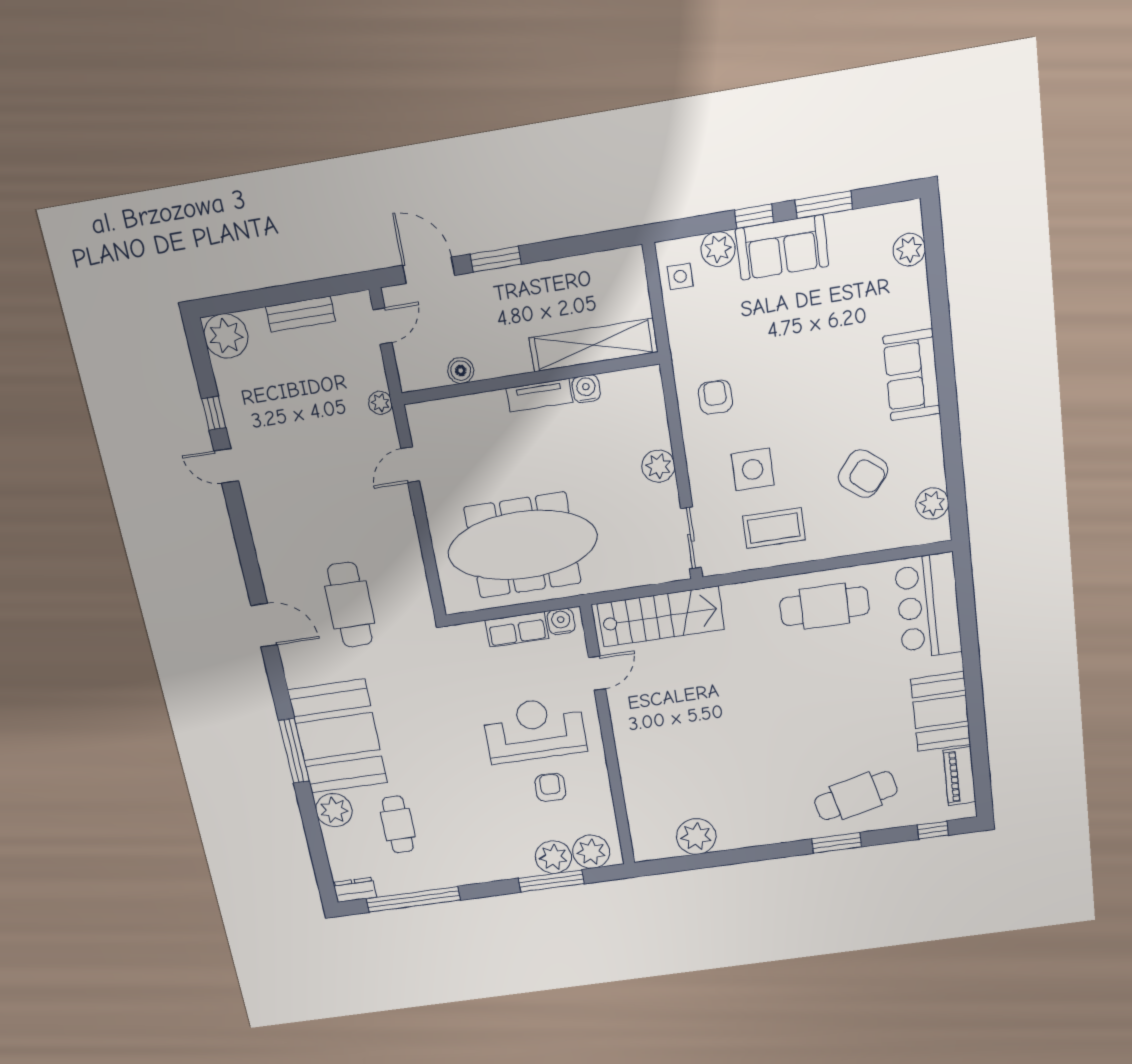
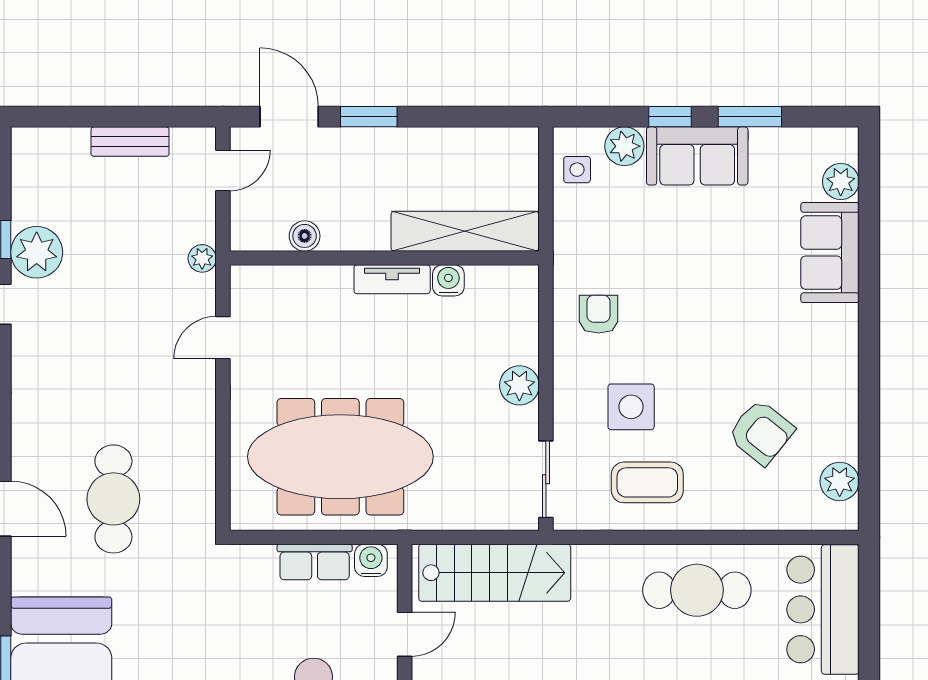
plant: (226, 336) -> (37, 252), moved
sofa: (912, 375) -> (830, 253), moved

